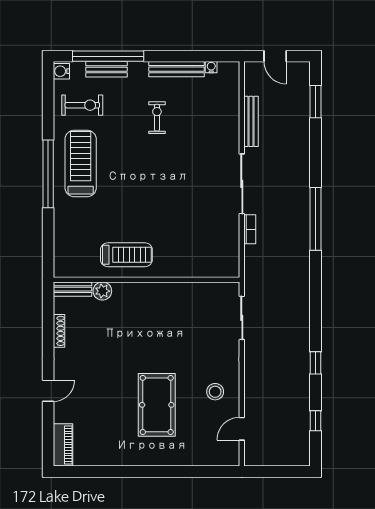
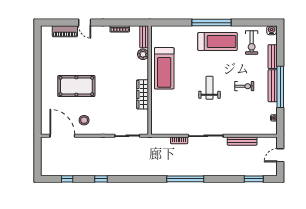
window: (108, 56) -> (280, 87), moved
bench: (176, 69) -> (273, 86), moved
weight bench: (160, 177) -> (209, 88), added
treadmill: (126, 255) -> (164, 68), width x1.37, depth x1.38
wardrobe: (171, 292) -> (143, 94), added
door: (242, 429) -> (62, 136), width x1.87
piano: (63, 445) -> (65, 31), moved

